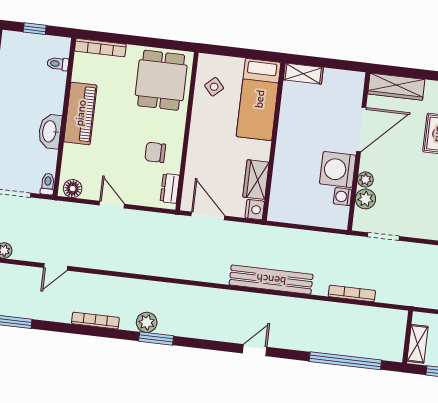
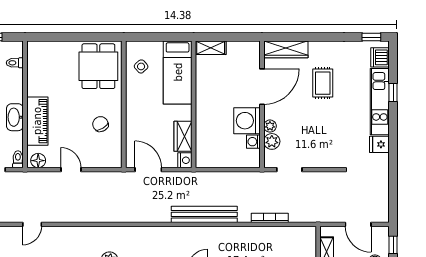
bookcase: (100, 48) -> (47, 46), removed
piano: (80, 113) -> (37, 121), moved
chair: (155, 152) -> (100, 124), turned 59
dresser: (170, 188) -> (115, 151), removed

